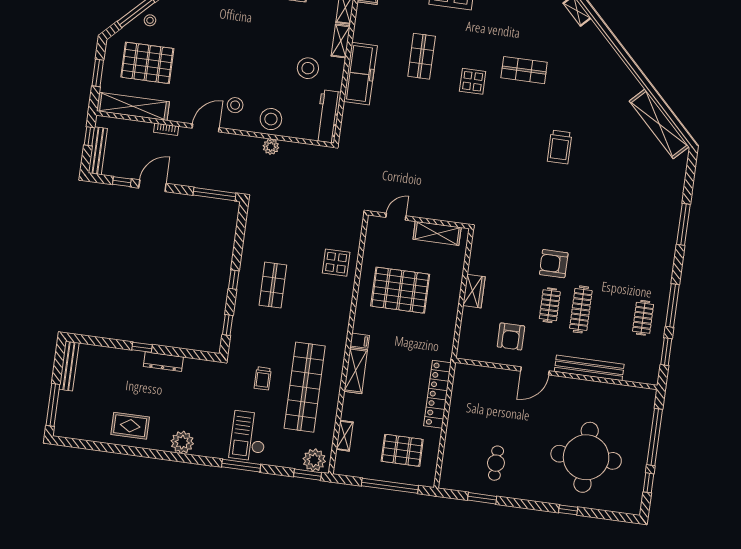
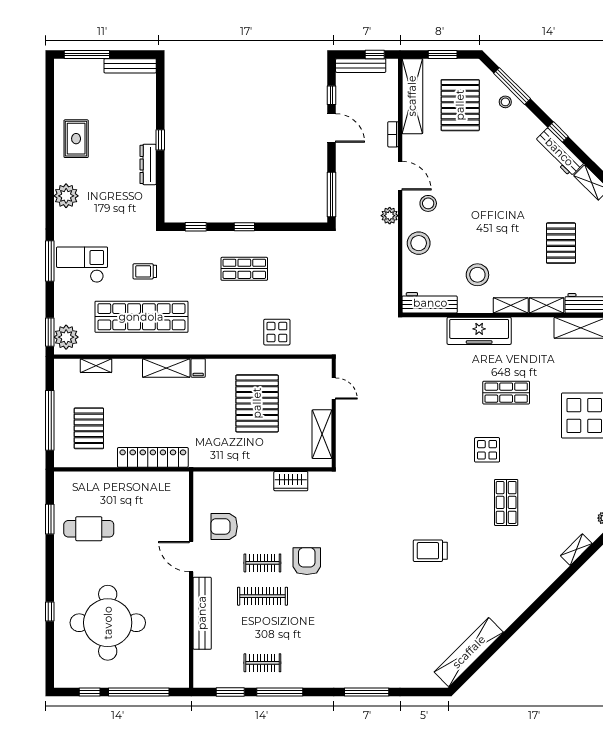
plant: (271, 147) -> (390, 216), moved
wardrobe: (474, 291) -> (291, 481), moved
cafe table: (496, 463) -> (89, 529), width x1.37, depth x1.35

